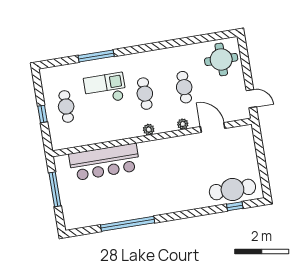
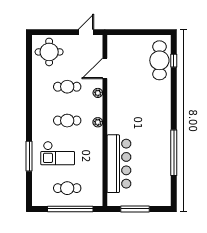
checkout: (105, 89) -> (58, 153), turned -90
window: (43, 114) -> (70, 209), width x3.17

